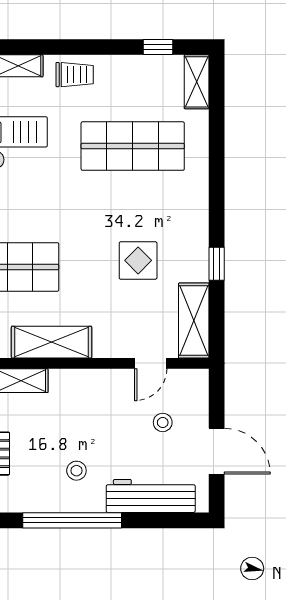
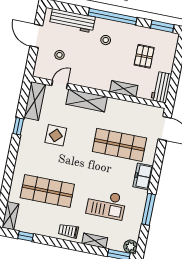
shelving: (52, 342) -> (87, 101), moved

